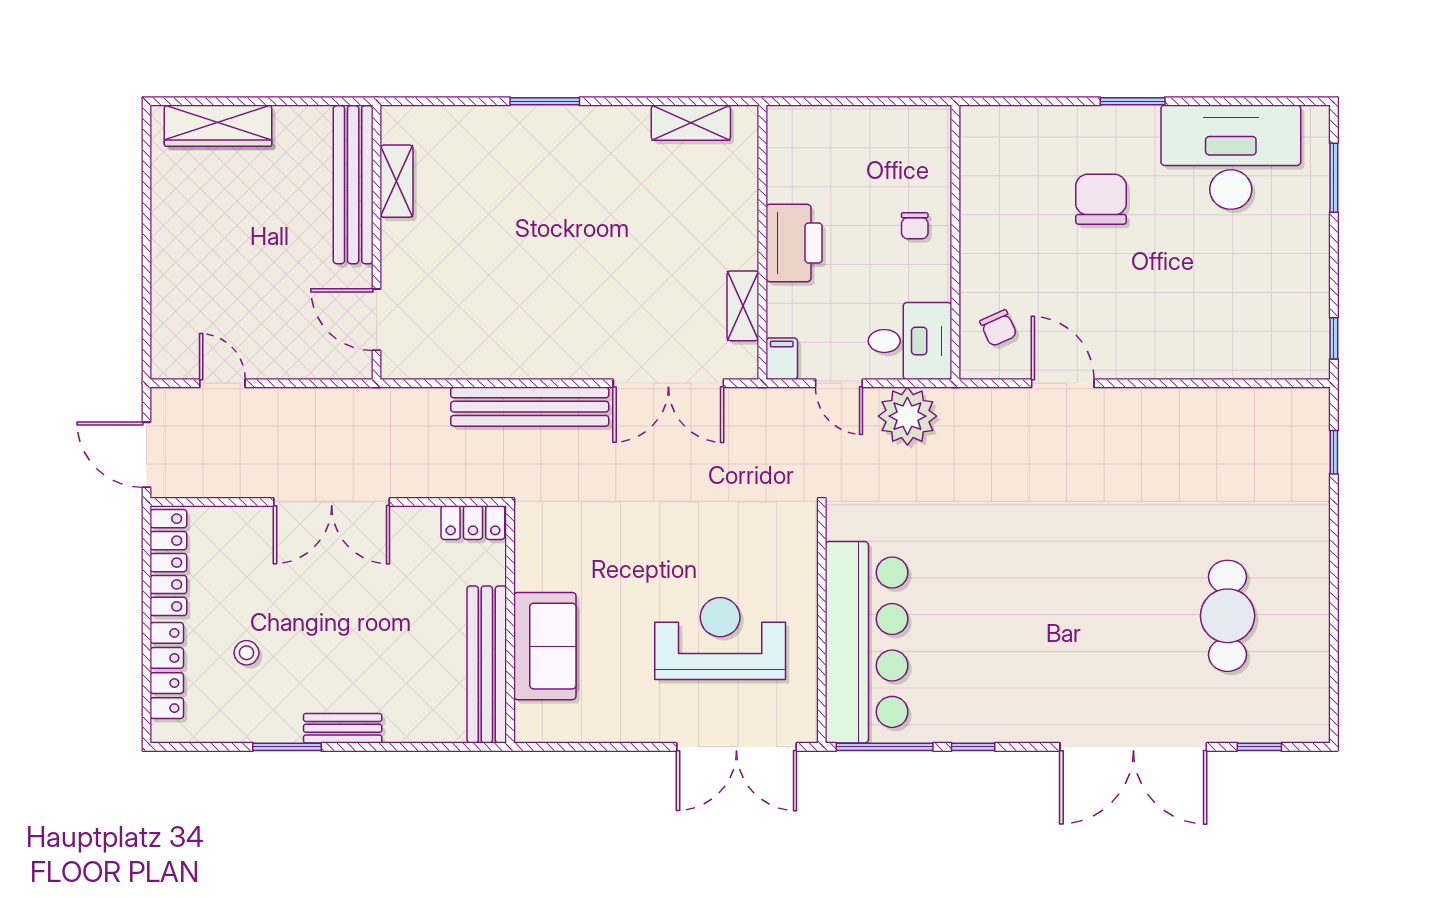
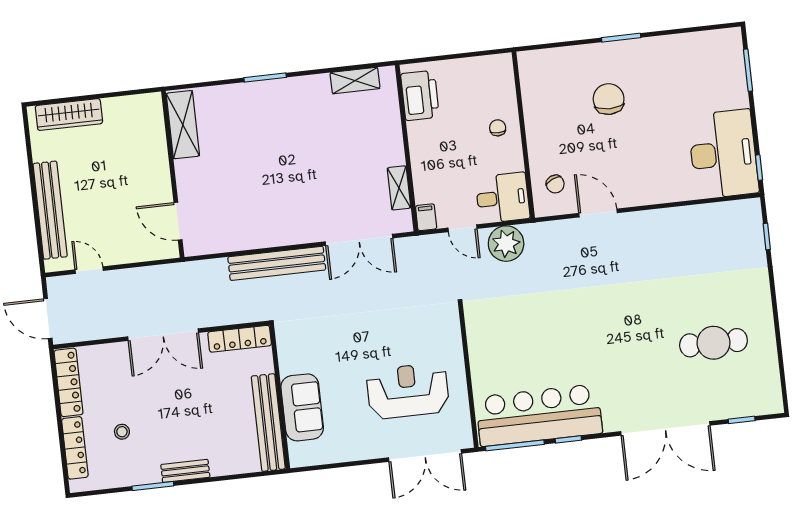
desk: (1231, 157) -> (723, 154), moved, turned 90
shelving: (397, 181) -> (183, 125), width x1.50, depth x1.33
bench: (353, 185) -> (50, 210), moved
chair: (915, 226) -> (498, 128), turned 180
printer: (794, 243) -> (420, 95), moved
locker: (473, 523) -> (240, 339), width x1.53
cafe table: (1228, 616) -> (713, 343), turned 90
bar counter: (867, 642) -> (539, 415), moved, turned -90

